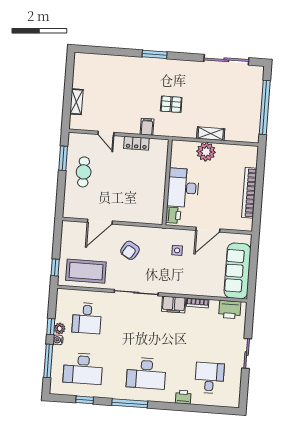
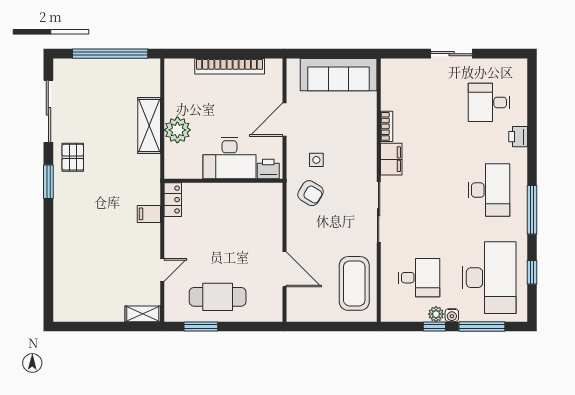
window: (155, 54) -> (48, 182), moved
shelving: (76, 102) -> (143, 314), moved
pallet: (171, 104) -> (73, 157), moved
shelving: (211, 134) -> (149, 125), width x1.50, depth x1.33
locker: (136, 143) -> (173, 200), moved
cafe table: (84, 172) -> (218, 297), width x1.37, depth x1.35
door: (208, 230) -> (285, 120), swing flipped
armchair: (130, 250) -> (311, 193), moved
window: (55, 267) -> (352, 326), removed
printer: (230, 310) -> (393, 81), removed
desk: (83, 369) -> (489, 278), width x1.36, depth x1.30

